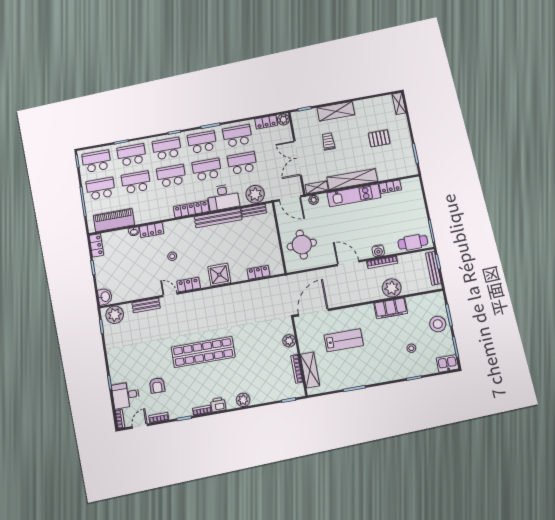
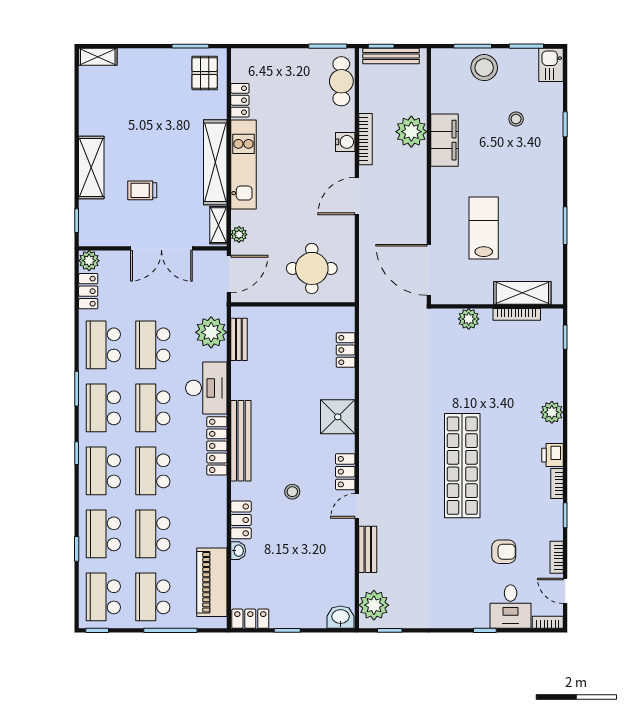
pallet: (379, 138) -> (205, 73), moved
bench: (218, 218) -> (241, 441), moved

